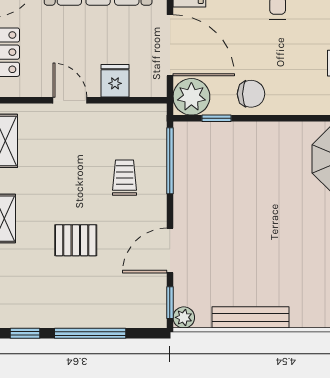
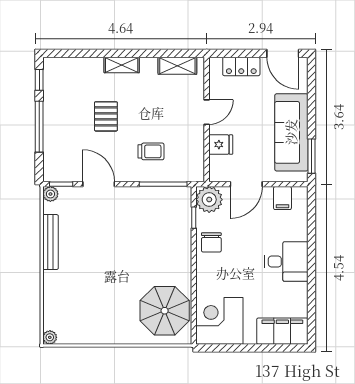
door: (170, 45) -> (246, 184), width x0.73

